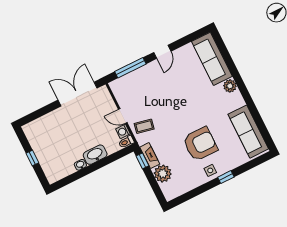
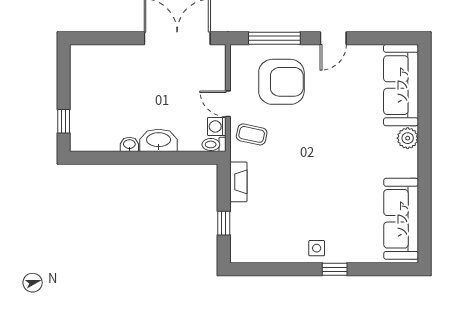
armchair: (200, 144) -> (281, 82), moved
window: (32, 158) -> (64, 121), moved
window: (142, 161) -> (224, 223), moved
plant: (163, 174) -> (244, 218), removed

